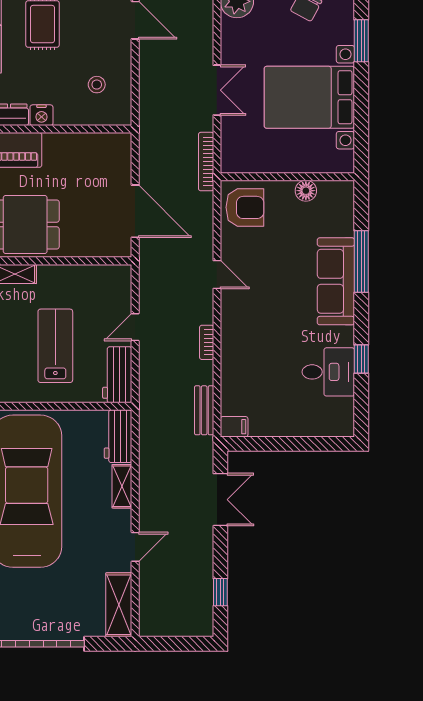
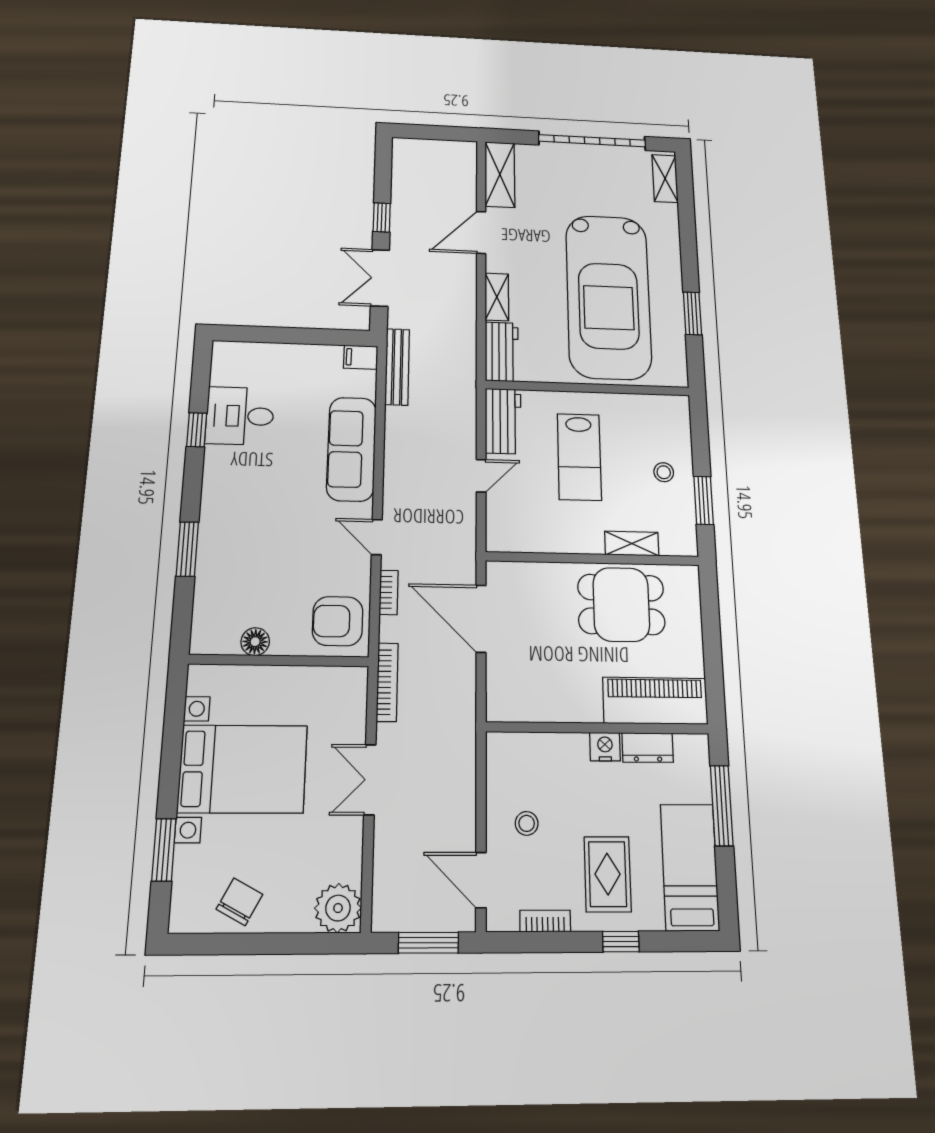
stool: (97, 85) -> (527, 823), moved
window: (361, 261) -> (187, 549), width x0.69
sofa: (336, 281) -> (351, 449), moved, turned 180
bookcase: (207, 342) -> (389, 592), moved
bench: (204, 410) -> (397, 367), width x1.36
door: (135, 547) -> (481, 232), width x1.38
window: (220, 592) -> (382, 218), moved

